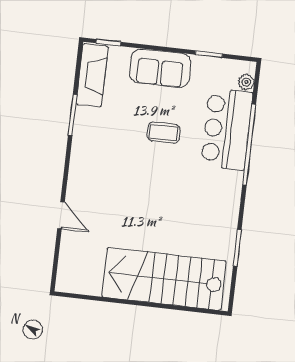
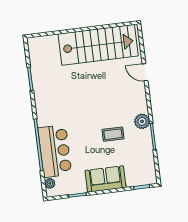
fireplace: (92, 75) -> (147, 164), removed
coffee table: (164, 133) -> (113, 134), moved
plant: (84, 142) -> (142, 121), added
stairs: (164, 279) -> (98, 45), moved

